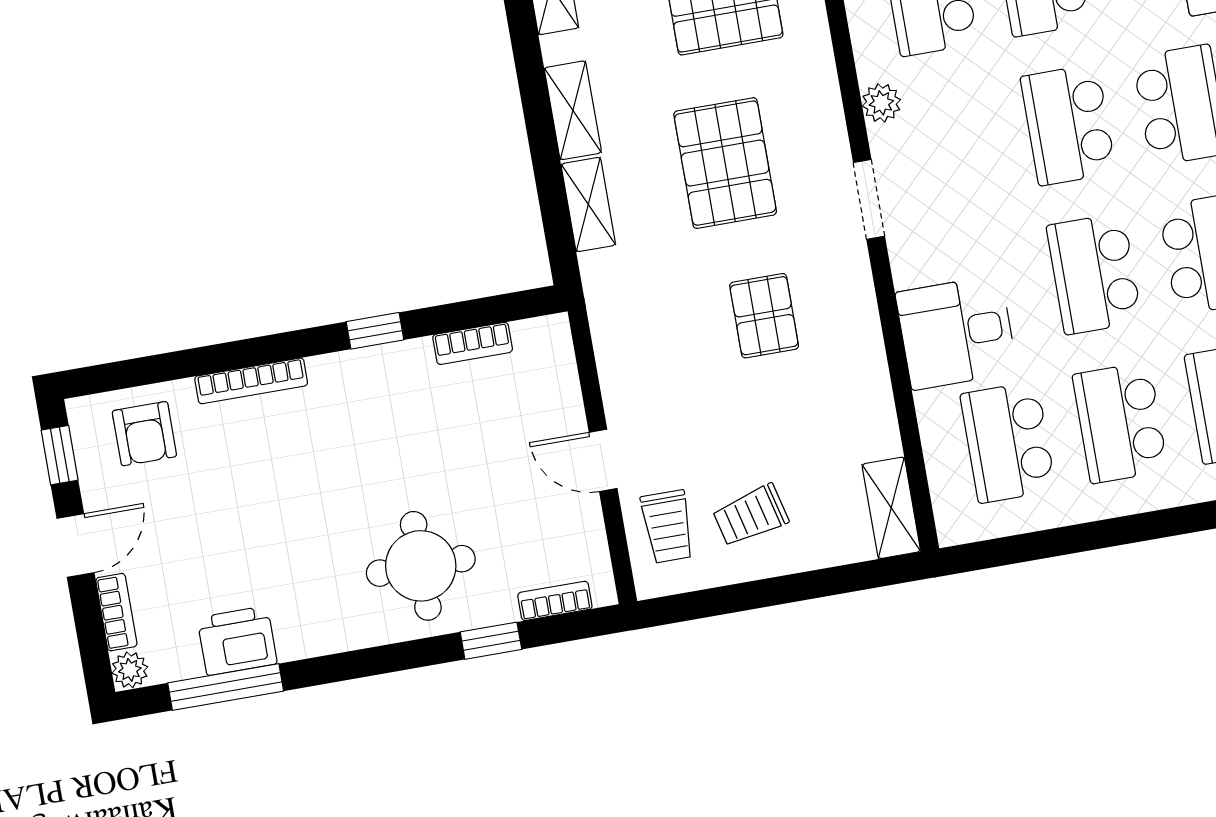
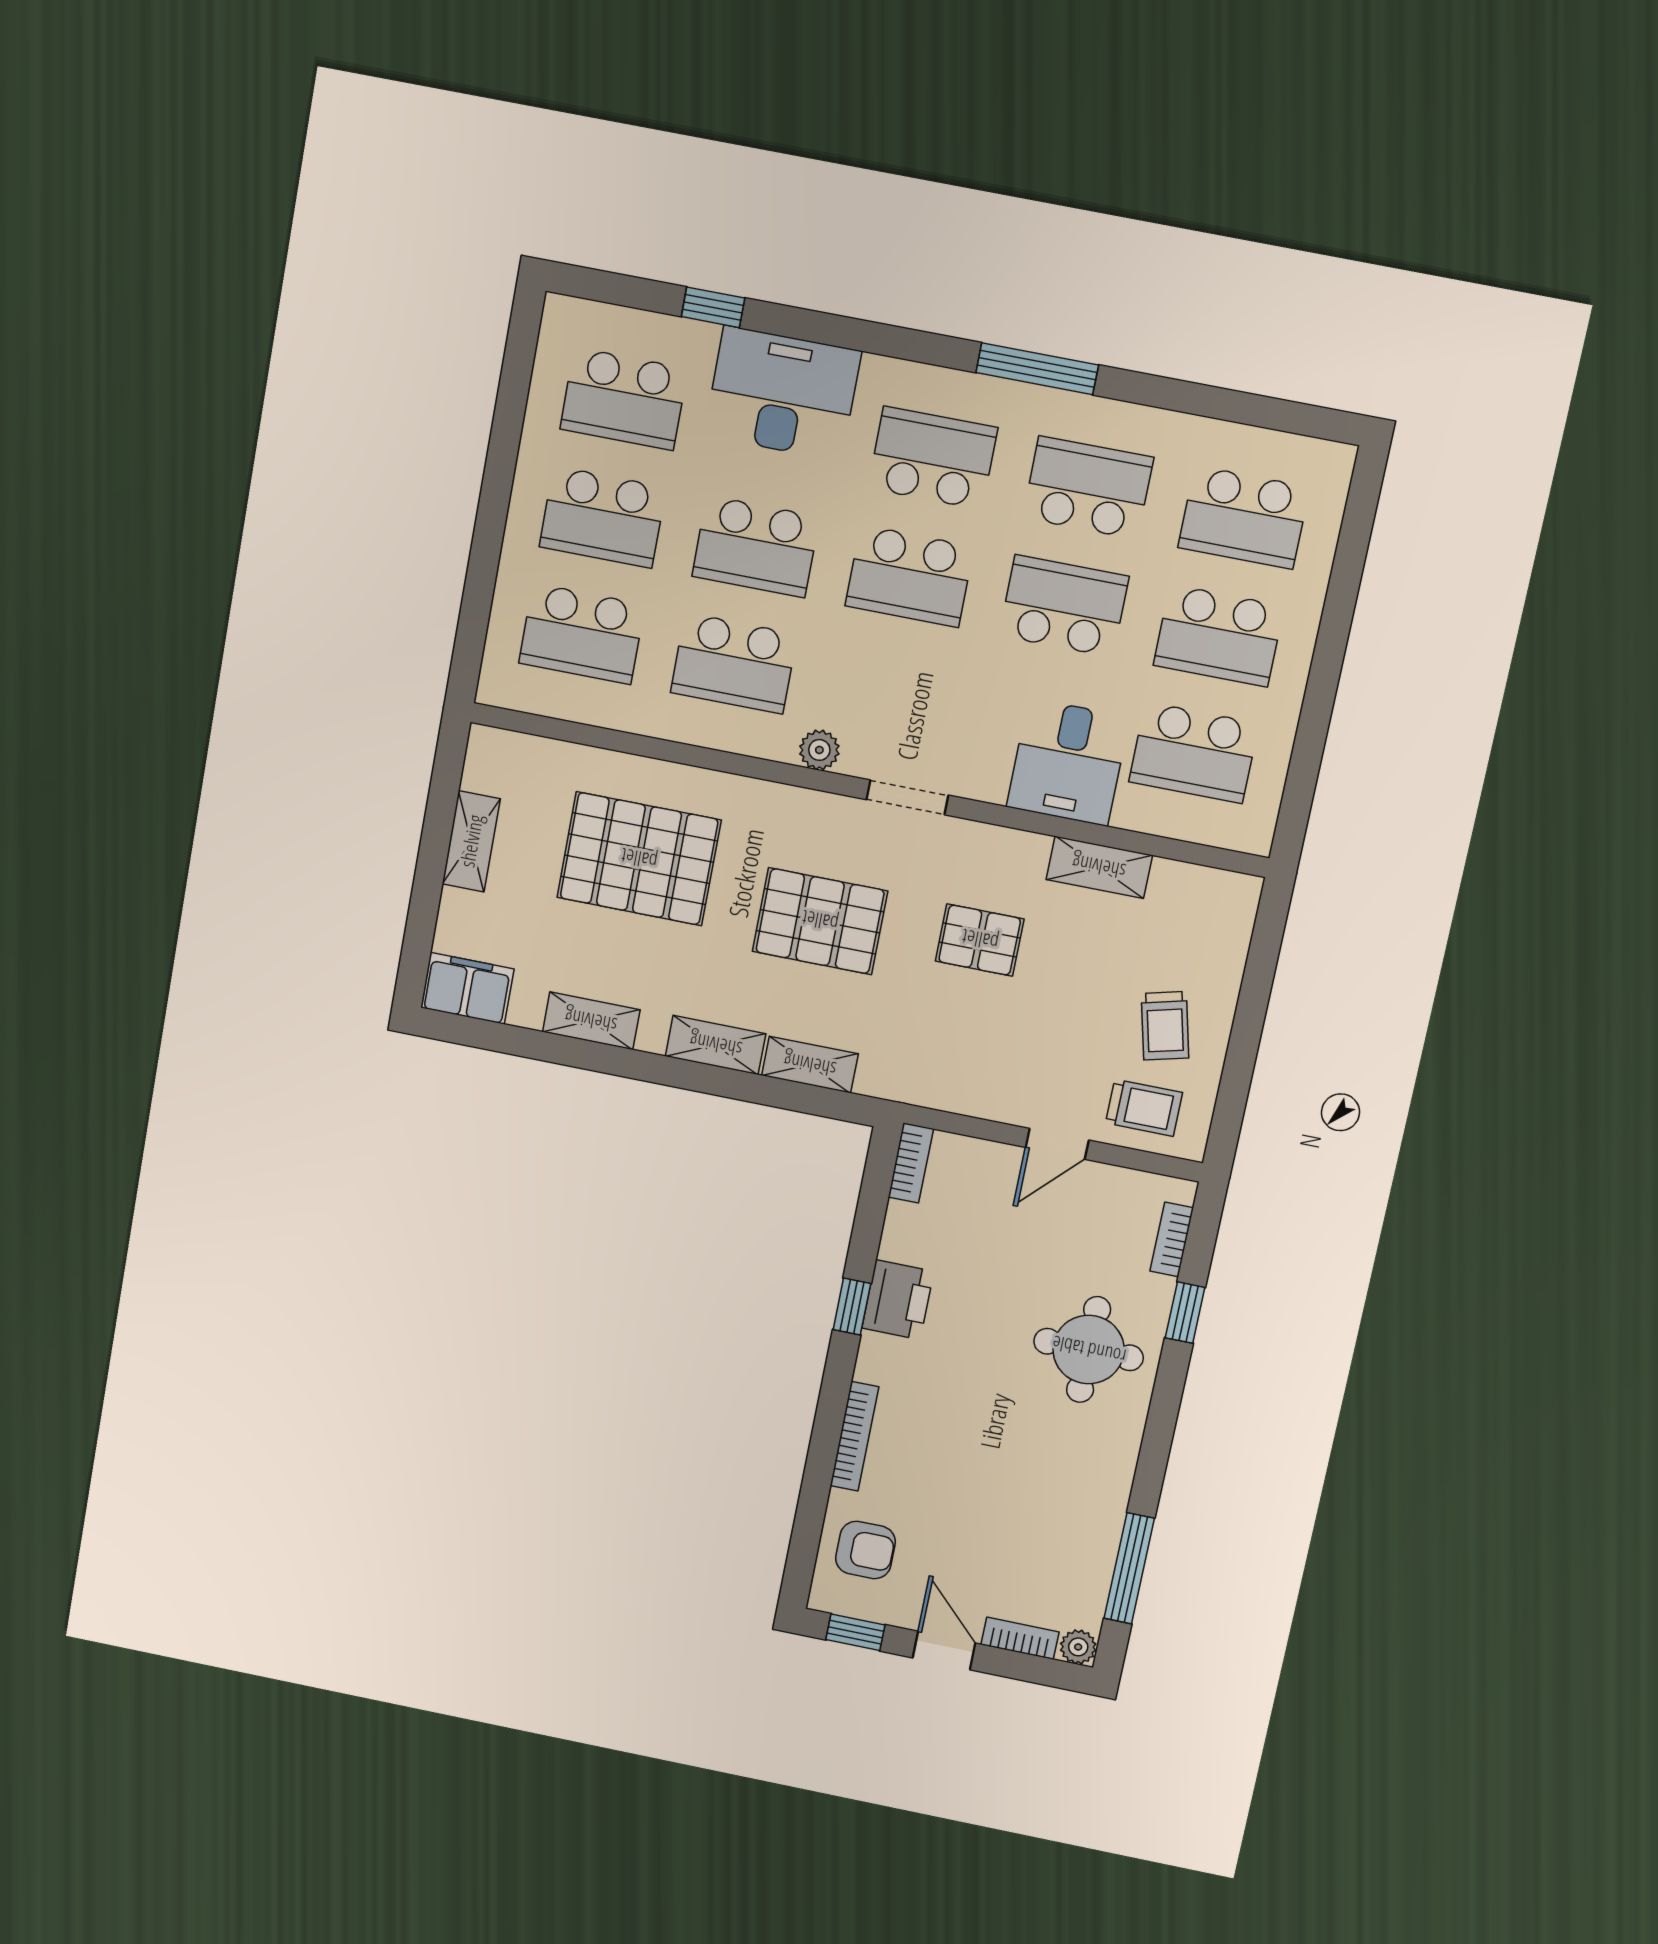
school desk: (1094, 274) -> (1064, 606), turned 180
bookcase: (473, 343) -> (911, 1163), moved
shelving: (891, 508) -> (1099, 867), moved
printer: (237, 641) -> (898, 1300), moved, turned 180

